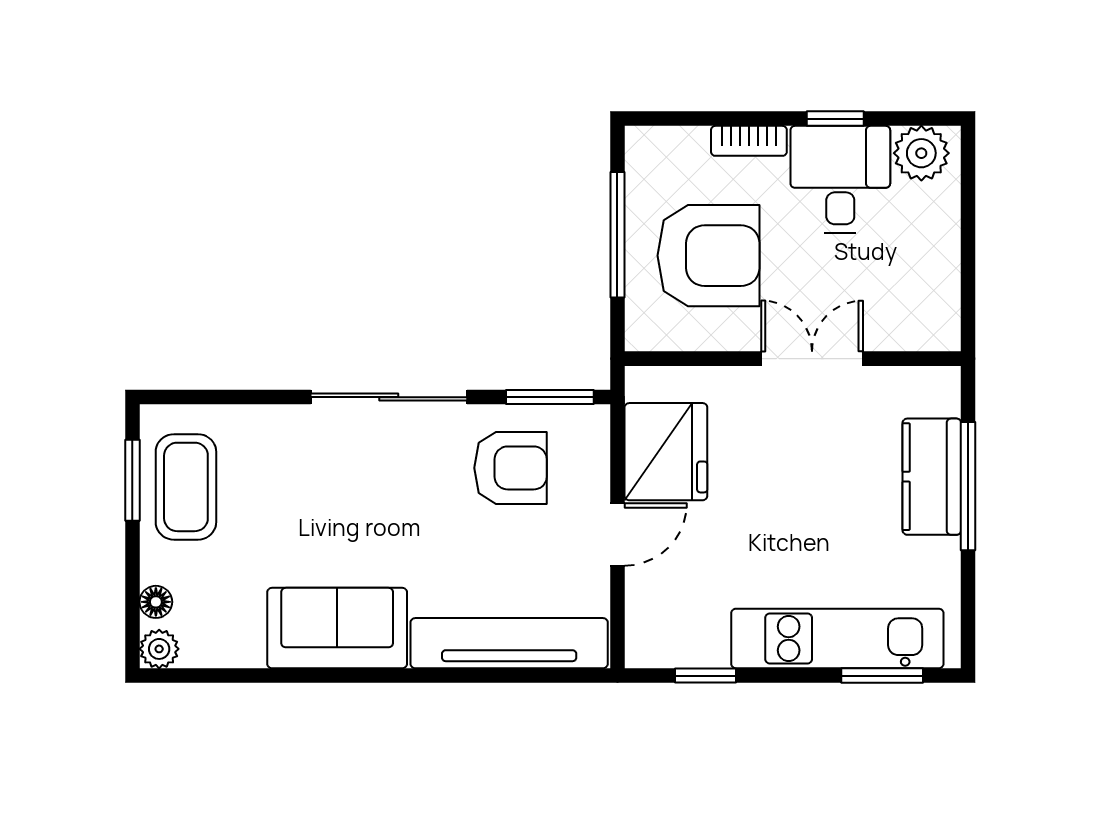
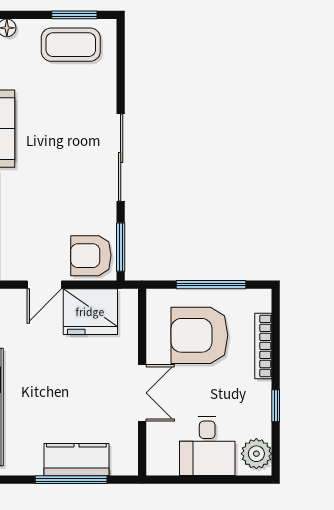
bookcase: (749, 141) -> (263, 346), width x1.56
desk: (840, 179) -> (207, 446), moved, turned 90
armchair: (709, 256) -> (199, 335), turned 90
armchair: (511, 468) -> (91, 256), moved, turned 90
door: (617, 534) -> (44, 285), hinge flipped

